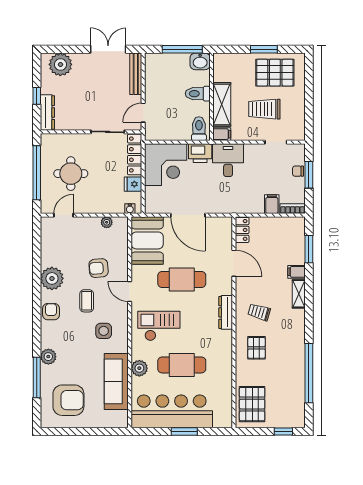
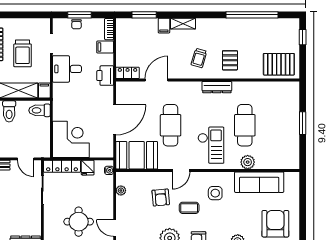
printer: (200, 153) -> (105, 76), moved, turned 180
desk: (228, 160) -> (67, 69), moved
dresser: (226, 312) -> (217, 87), moved
checkout: (159, 326) -> (211, 145), turned 180
pallet: (257, 348) -> (230, 60), turned 90
bar counter: (172, 411) -> (285, 134), removed

